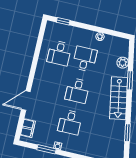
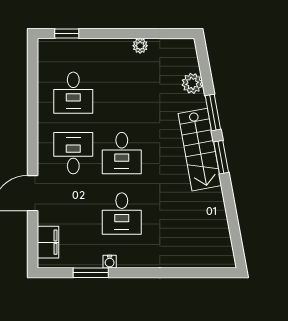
desk: (85, 59) -> (73, 153), moved
window: (127, 133) -> (221, 157), moved

